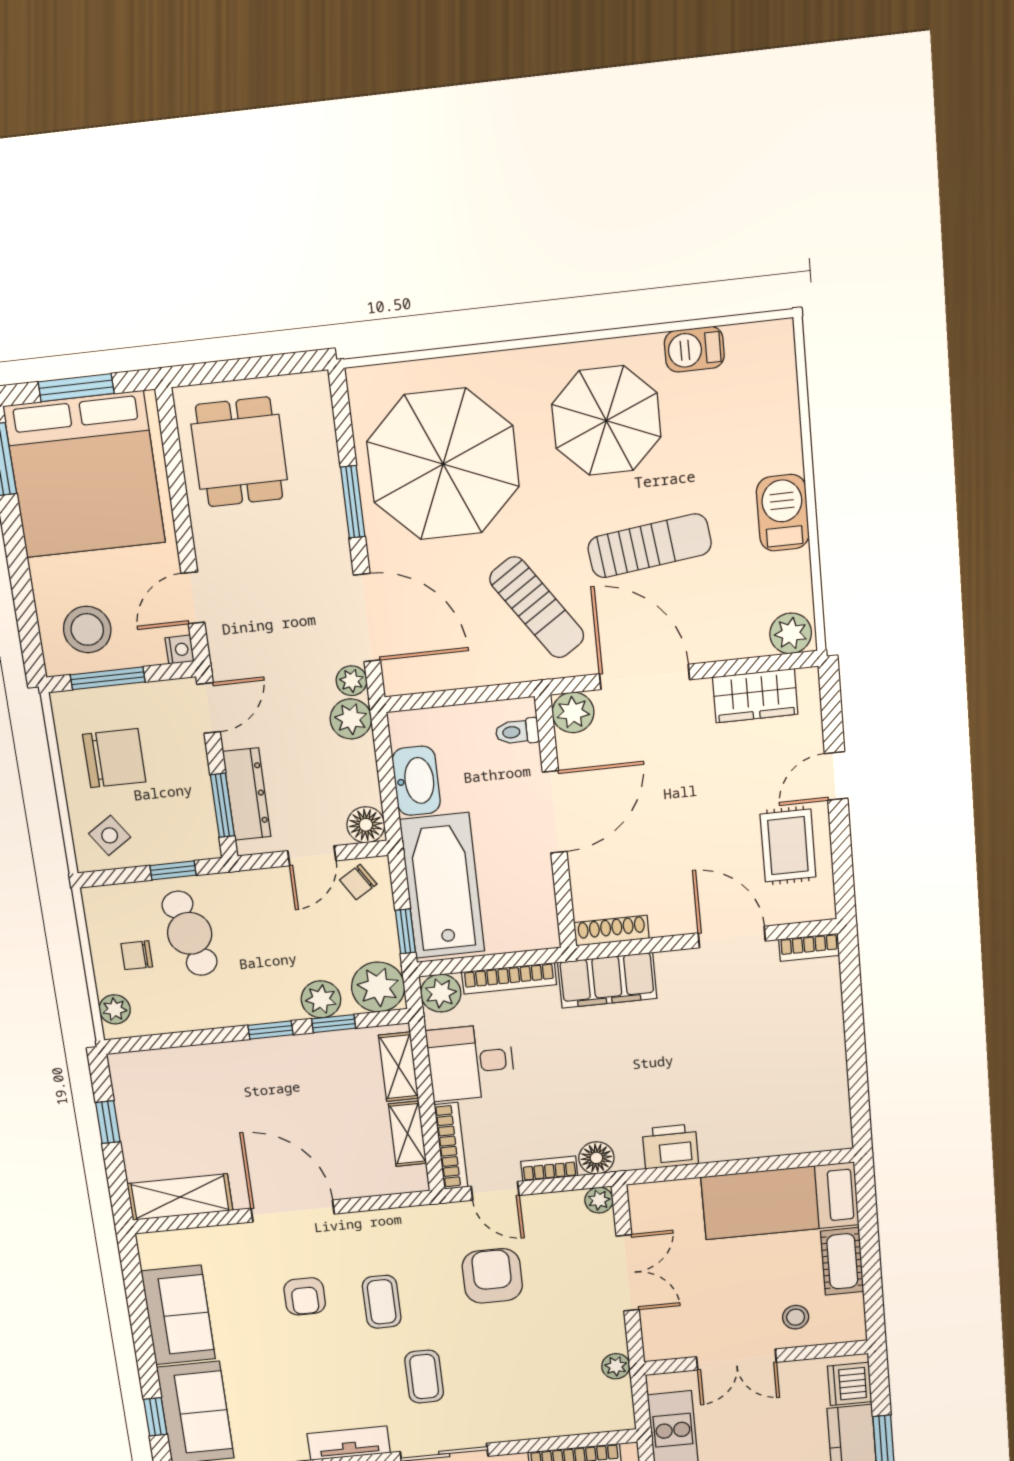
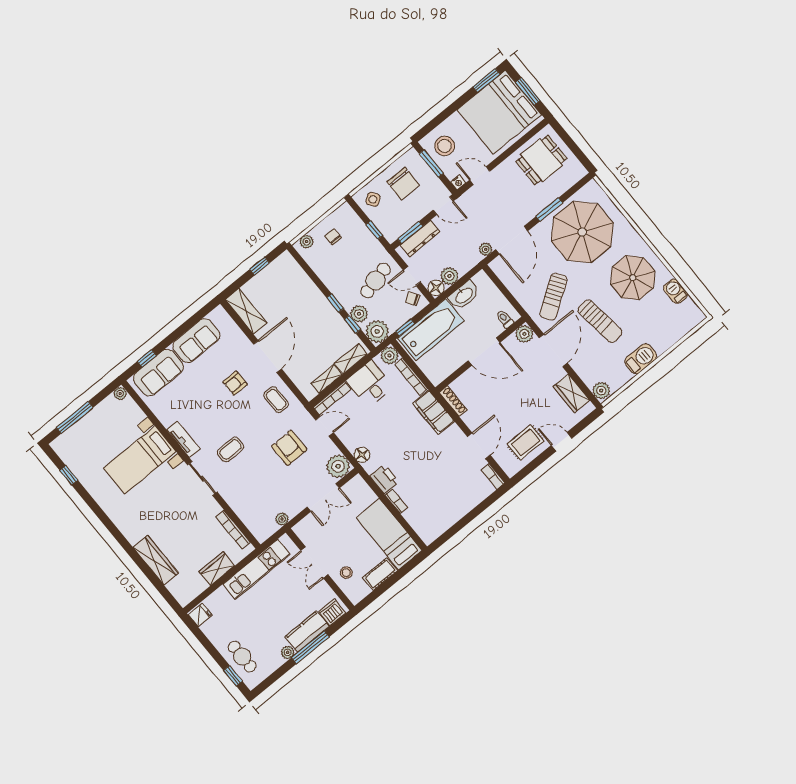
plant: (351, 719) -> (449, 276), moved
cafe table: (190, 933) -> (375, 281), moved
bookcase: (549, 1169) -> (396, 501), moved
door: (495, 1191) -> (325, 426), swing flipped
plant: (599, 1200) -> (338, 466), width x1.88, depth x1.88
armchair: (492, 1276) -> (289, 448), turned -90
coffee table: (382, 1302) -> (276, 400), moved, turned 90

